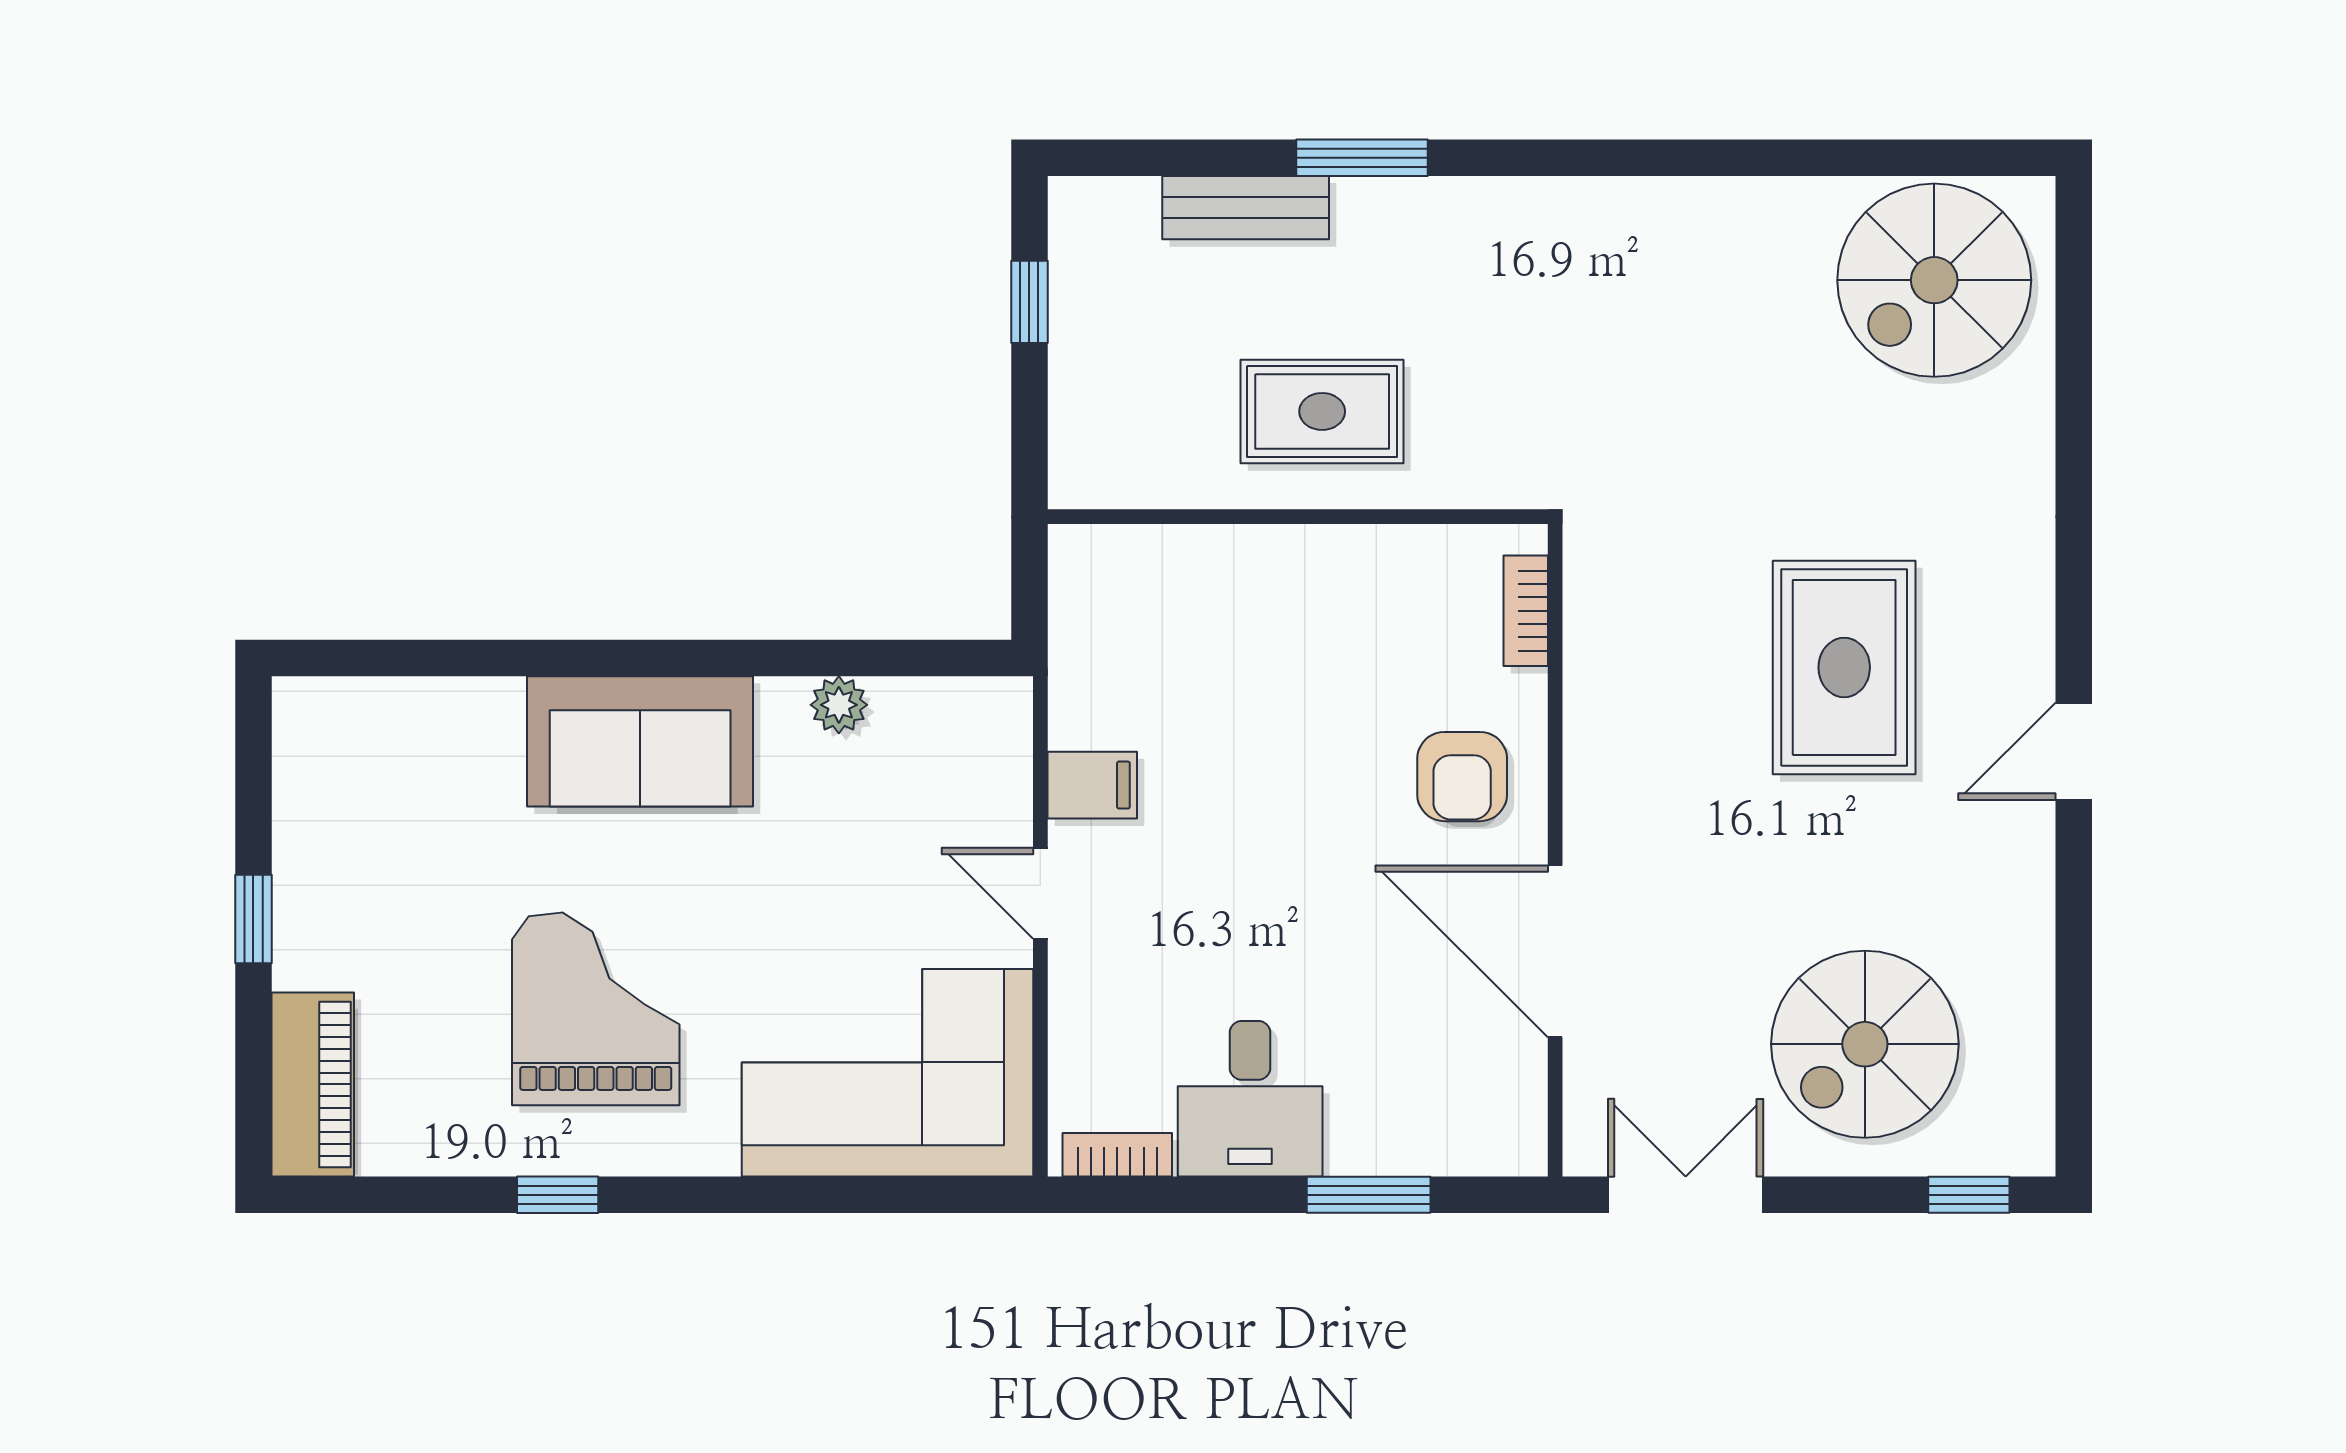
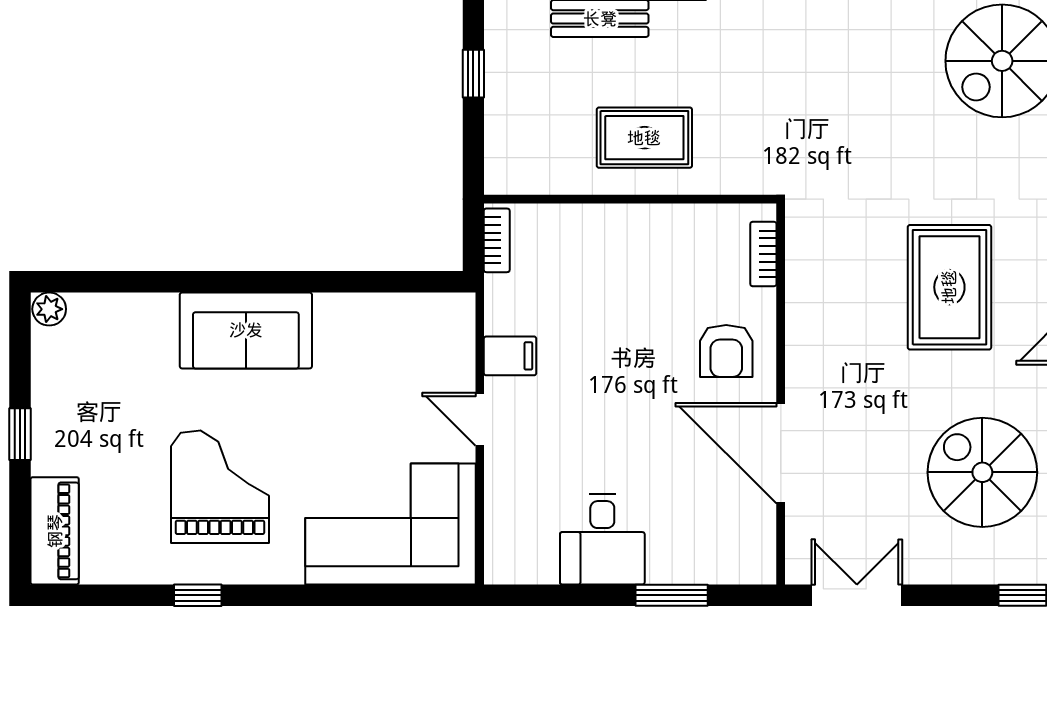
plant: (839, 705) -> (49, 309), moved
spiral stairs: (1865, 1044) -> (982, 472), moved, turned 90
bookcase: (1117, 1155) -> (497, 240), moved, turned 90

